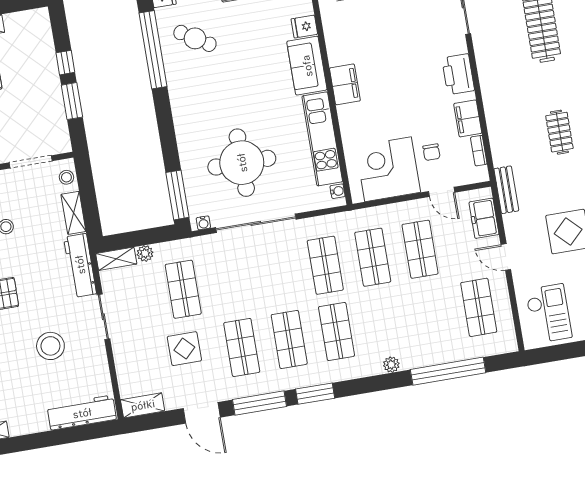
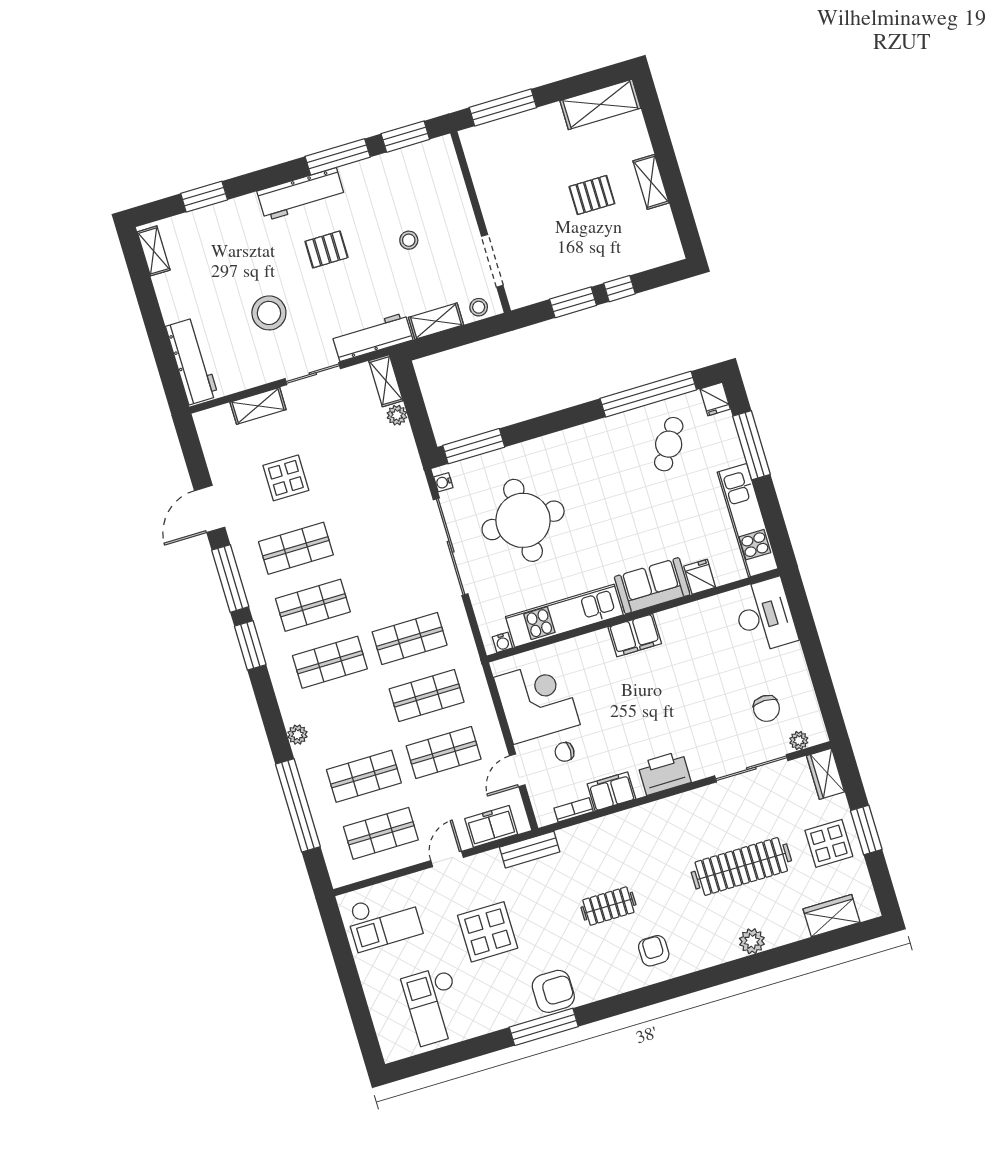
shop shelf: (183, 289) -> (364, 776), moved
shelving: (143, 405) -> (258, 406), moved, turned 90

